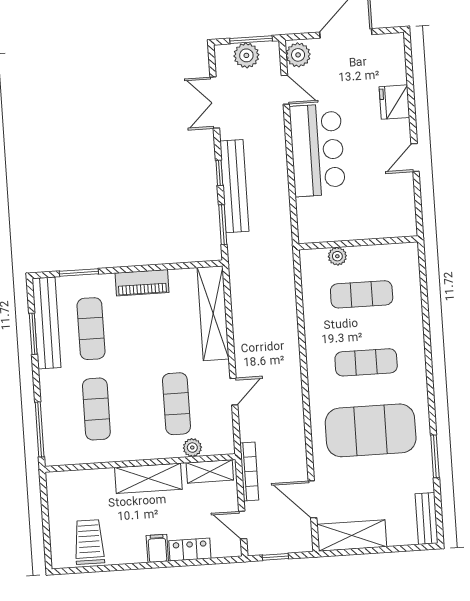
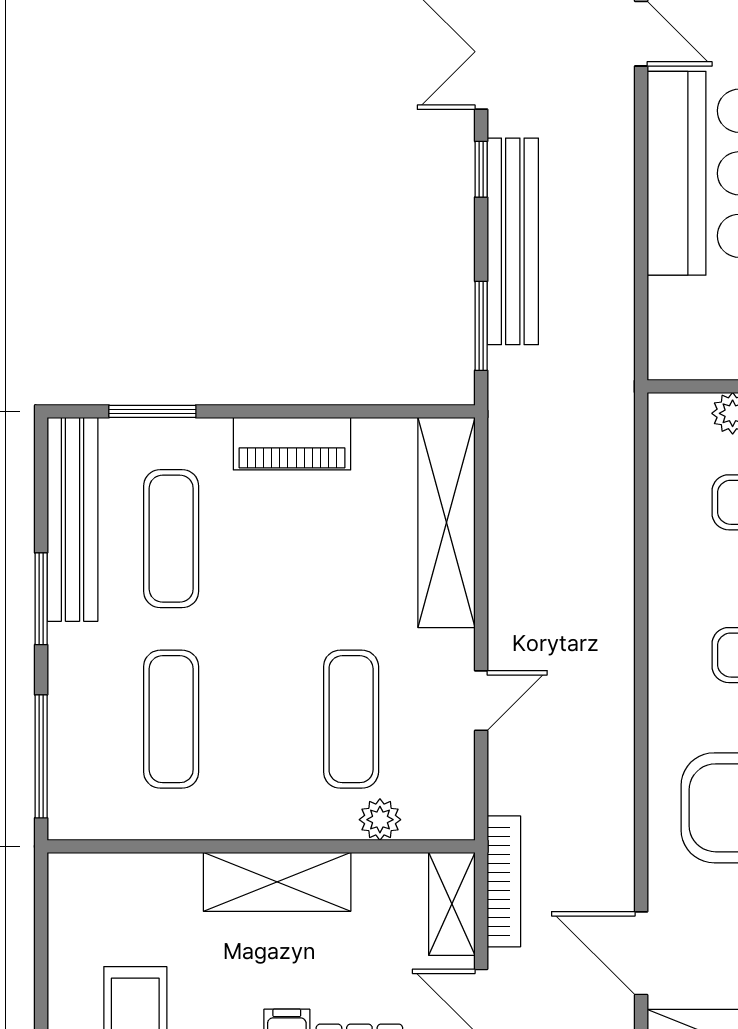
window: (219, 173) -> (481, 169), moved
window: (33, 334) -> (41, 599), moved
shelving: (210, 471) -> (452, 904), moved, turned 90

